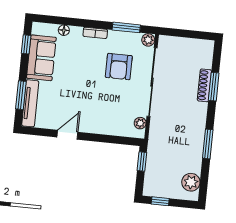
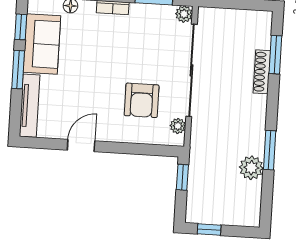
armchair: (119, 67) -> (142, 100), moved
window: (214, 87) -> (275, 55), moved
window: (21, 95) -> (18, 70), moved
plant: (191, 182) -> (251, 168), moved

